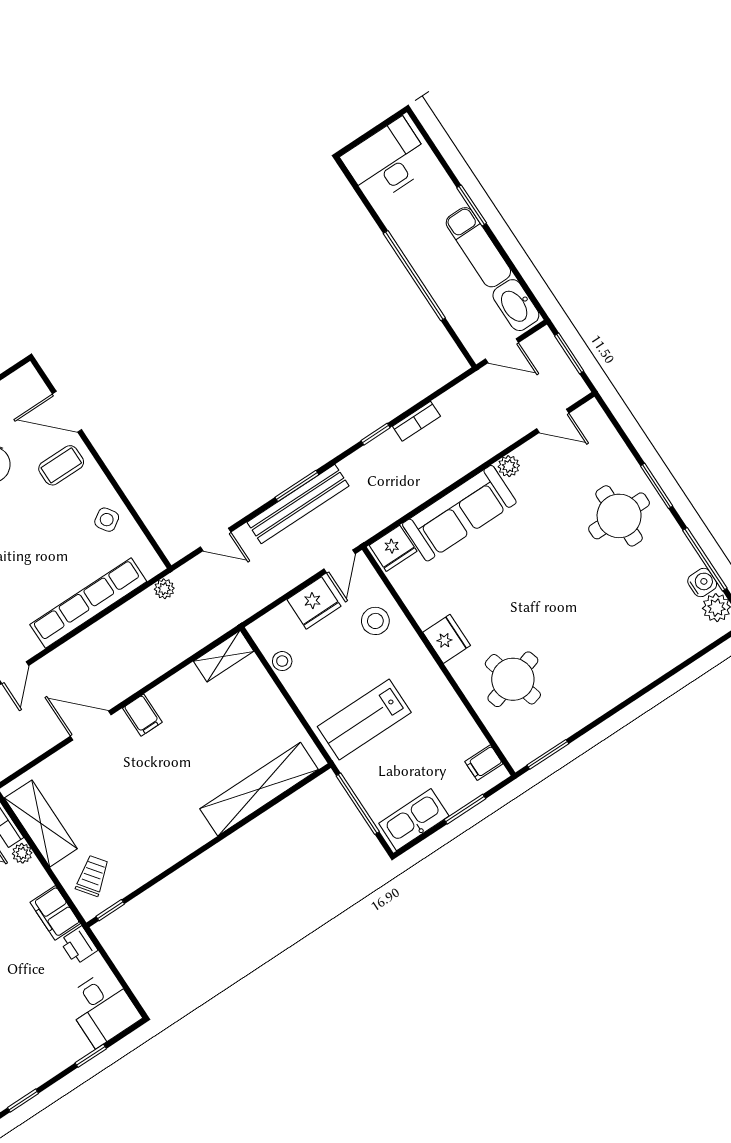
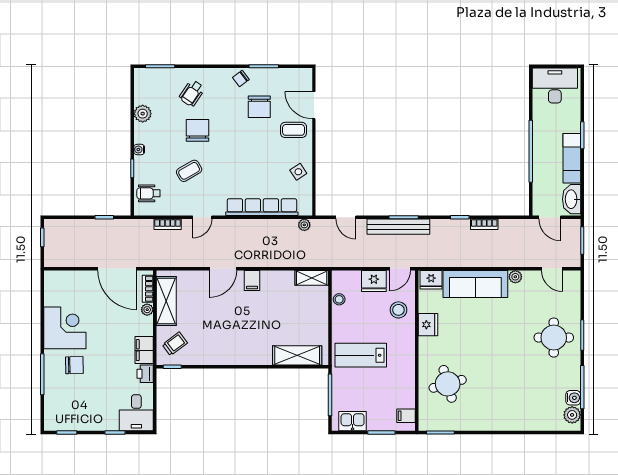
fridge: (447, 639) -> (428, 325), moved
door: (91, 725) -> (223, 269), swing flipped
shelving: (259, 789) -> (297, 355), width x0.68
kitchen sink: (414, 820) -> (353, 421), width x0.73

